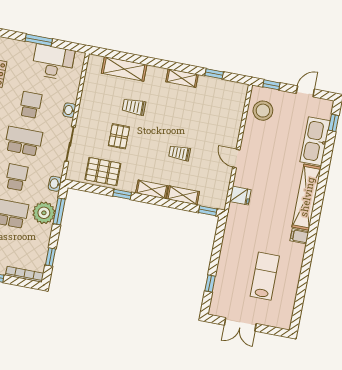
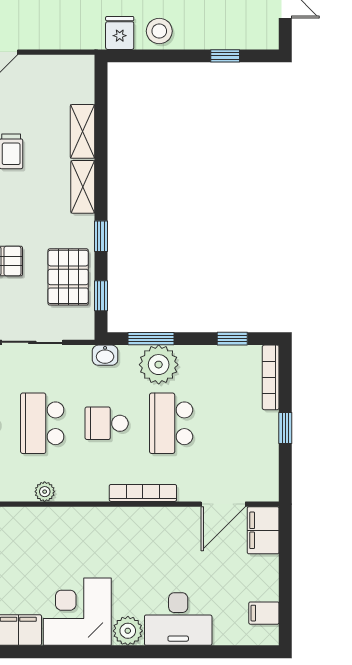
fridge: (240, 196) -> (120, 33), moved
window: (208, 211) -> (101, 296), moved
stool: (231, 249) -> (159, 31), added

